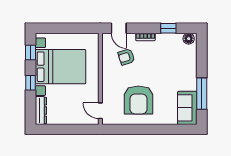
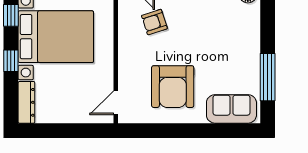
sofa: (187, 108) -> (231, 109), moved, turned 90
door: (100, 111) -> (116, 103), hinge flipped

